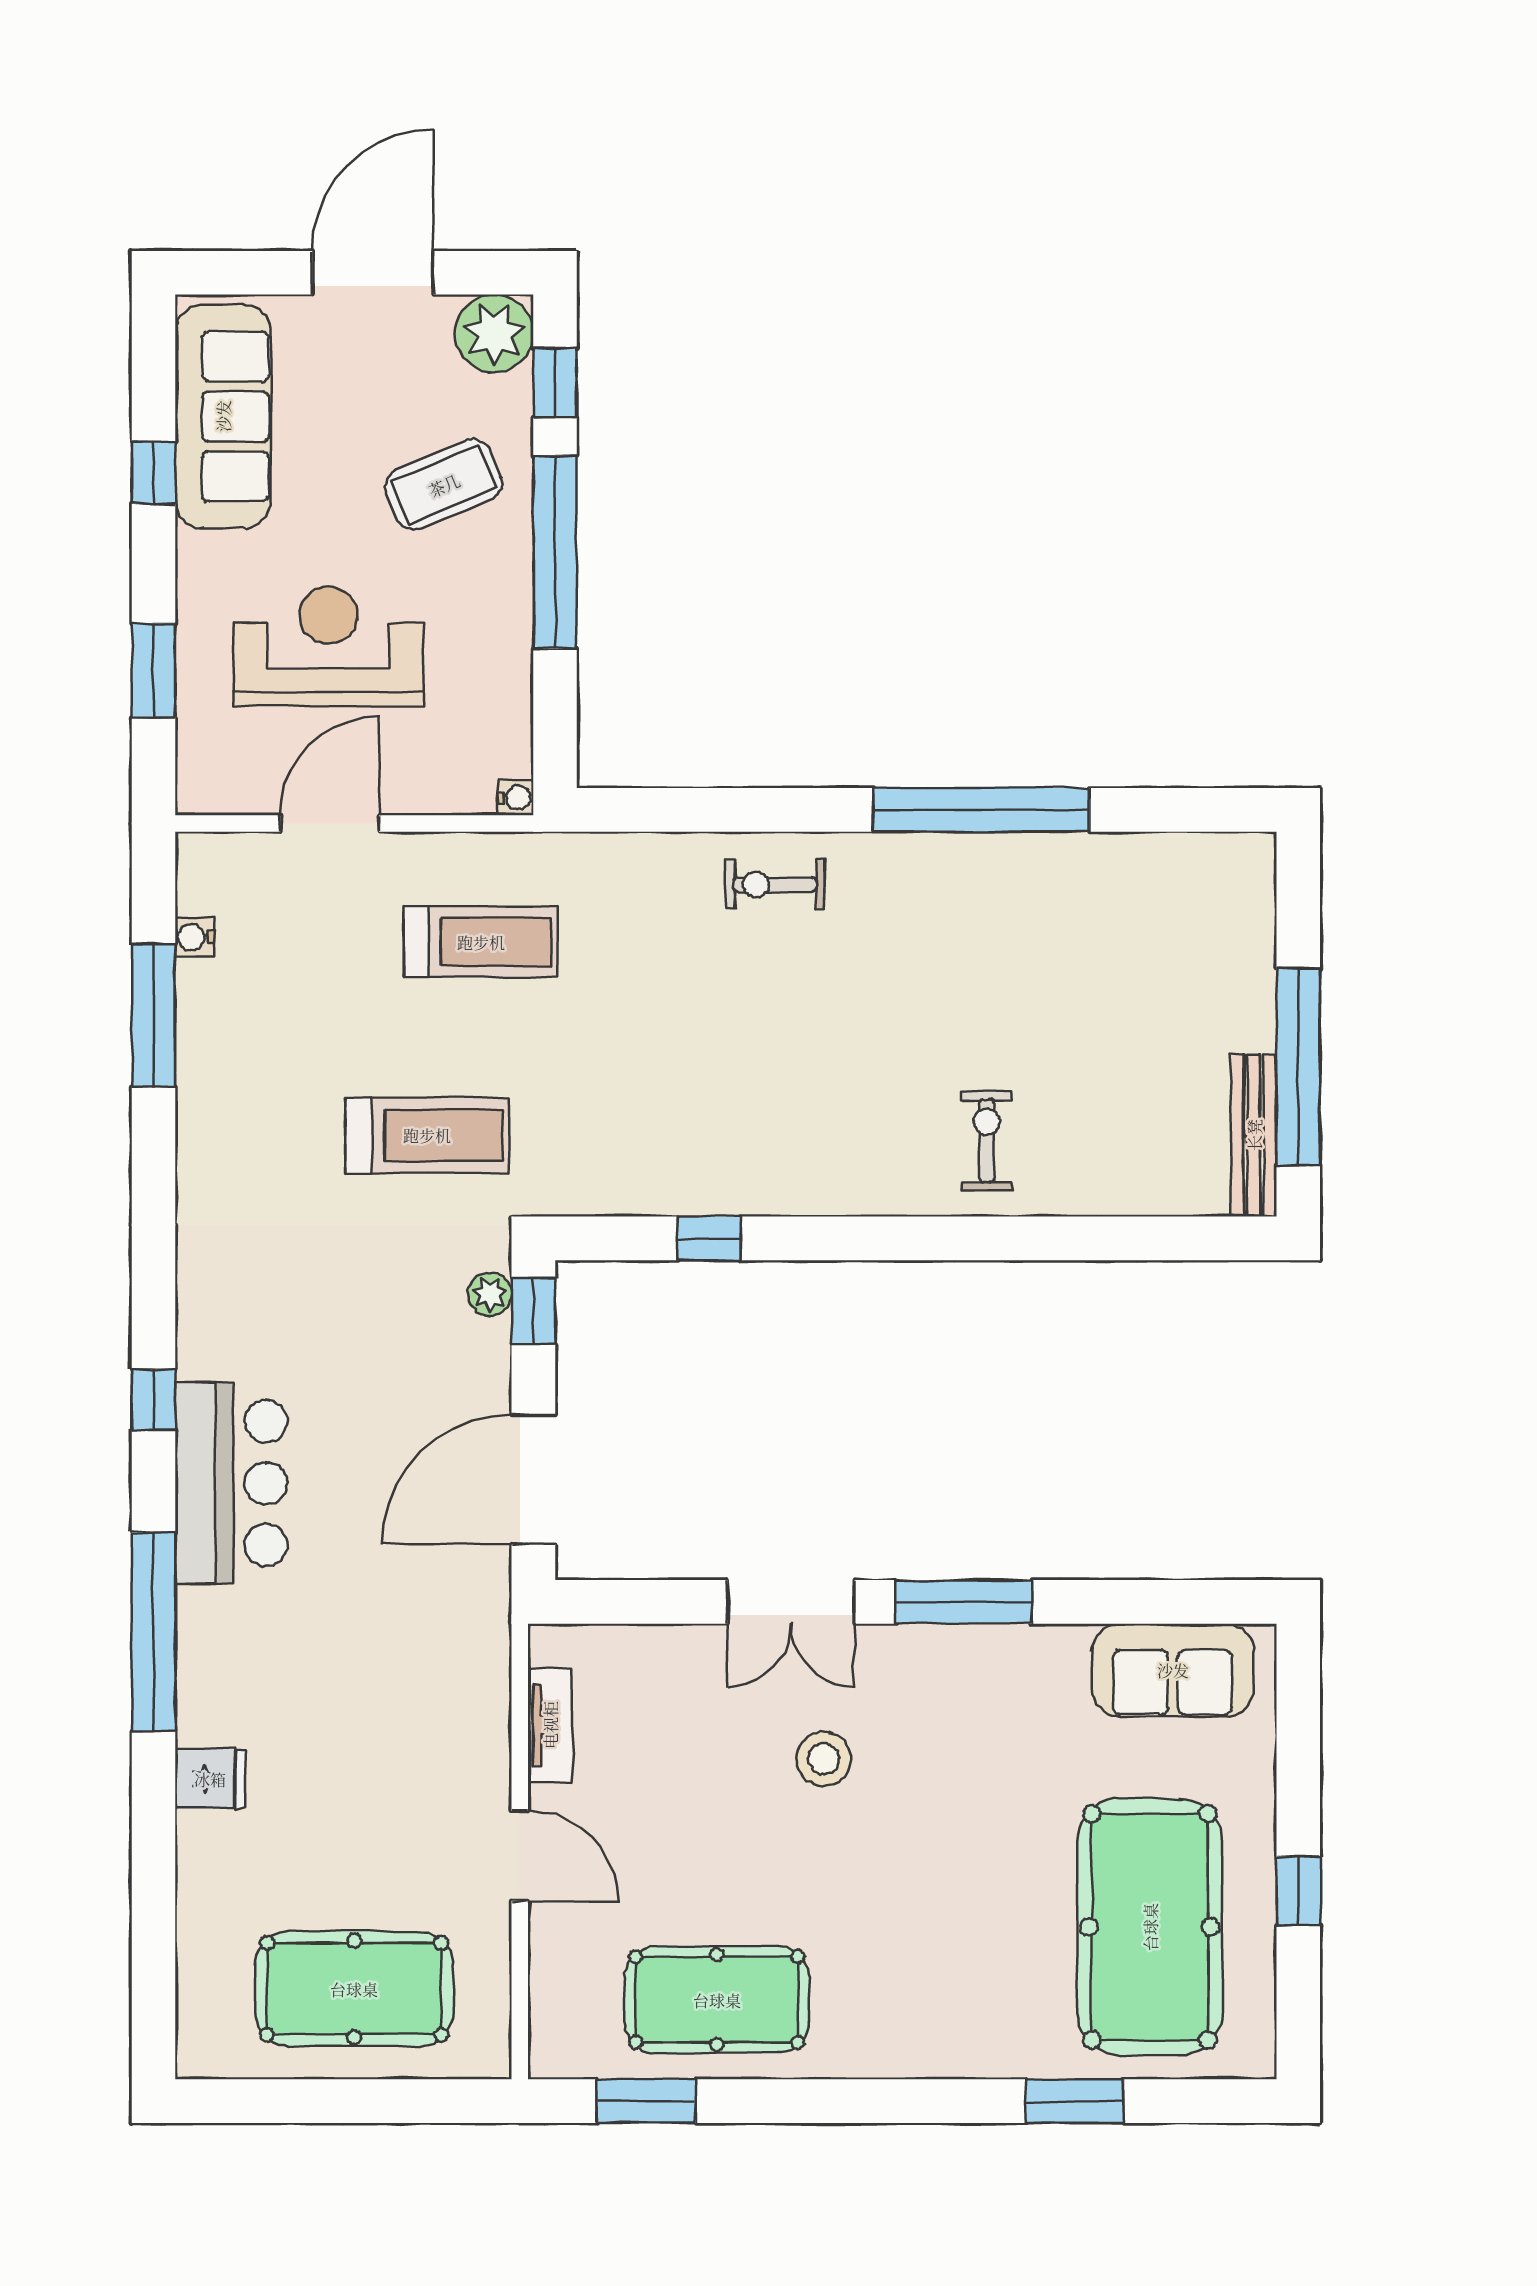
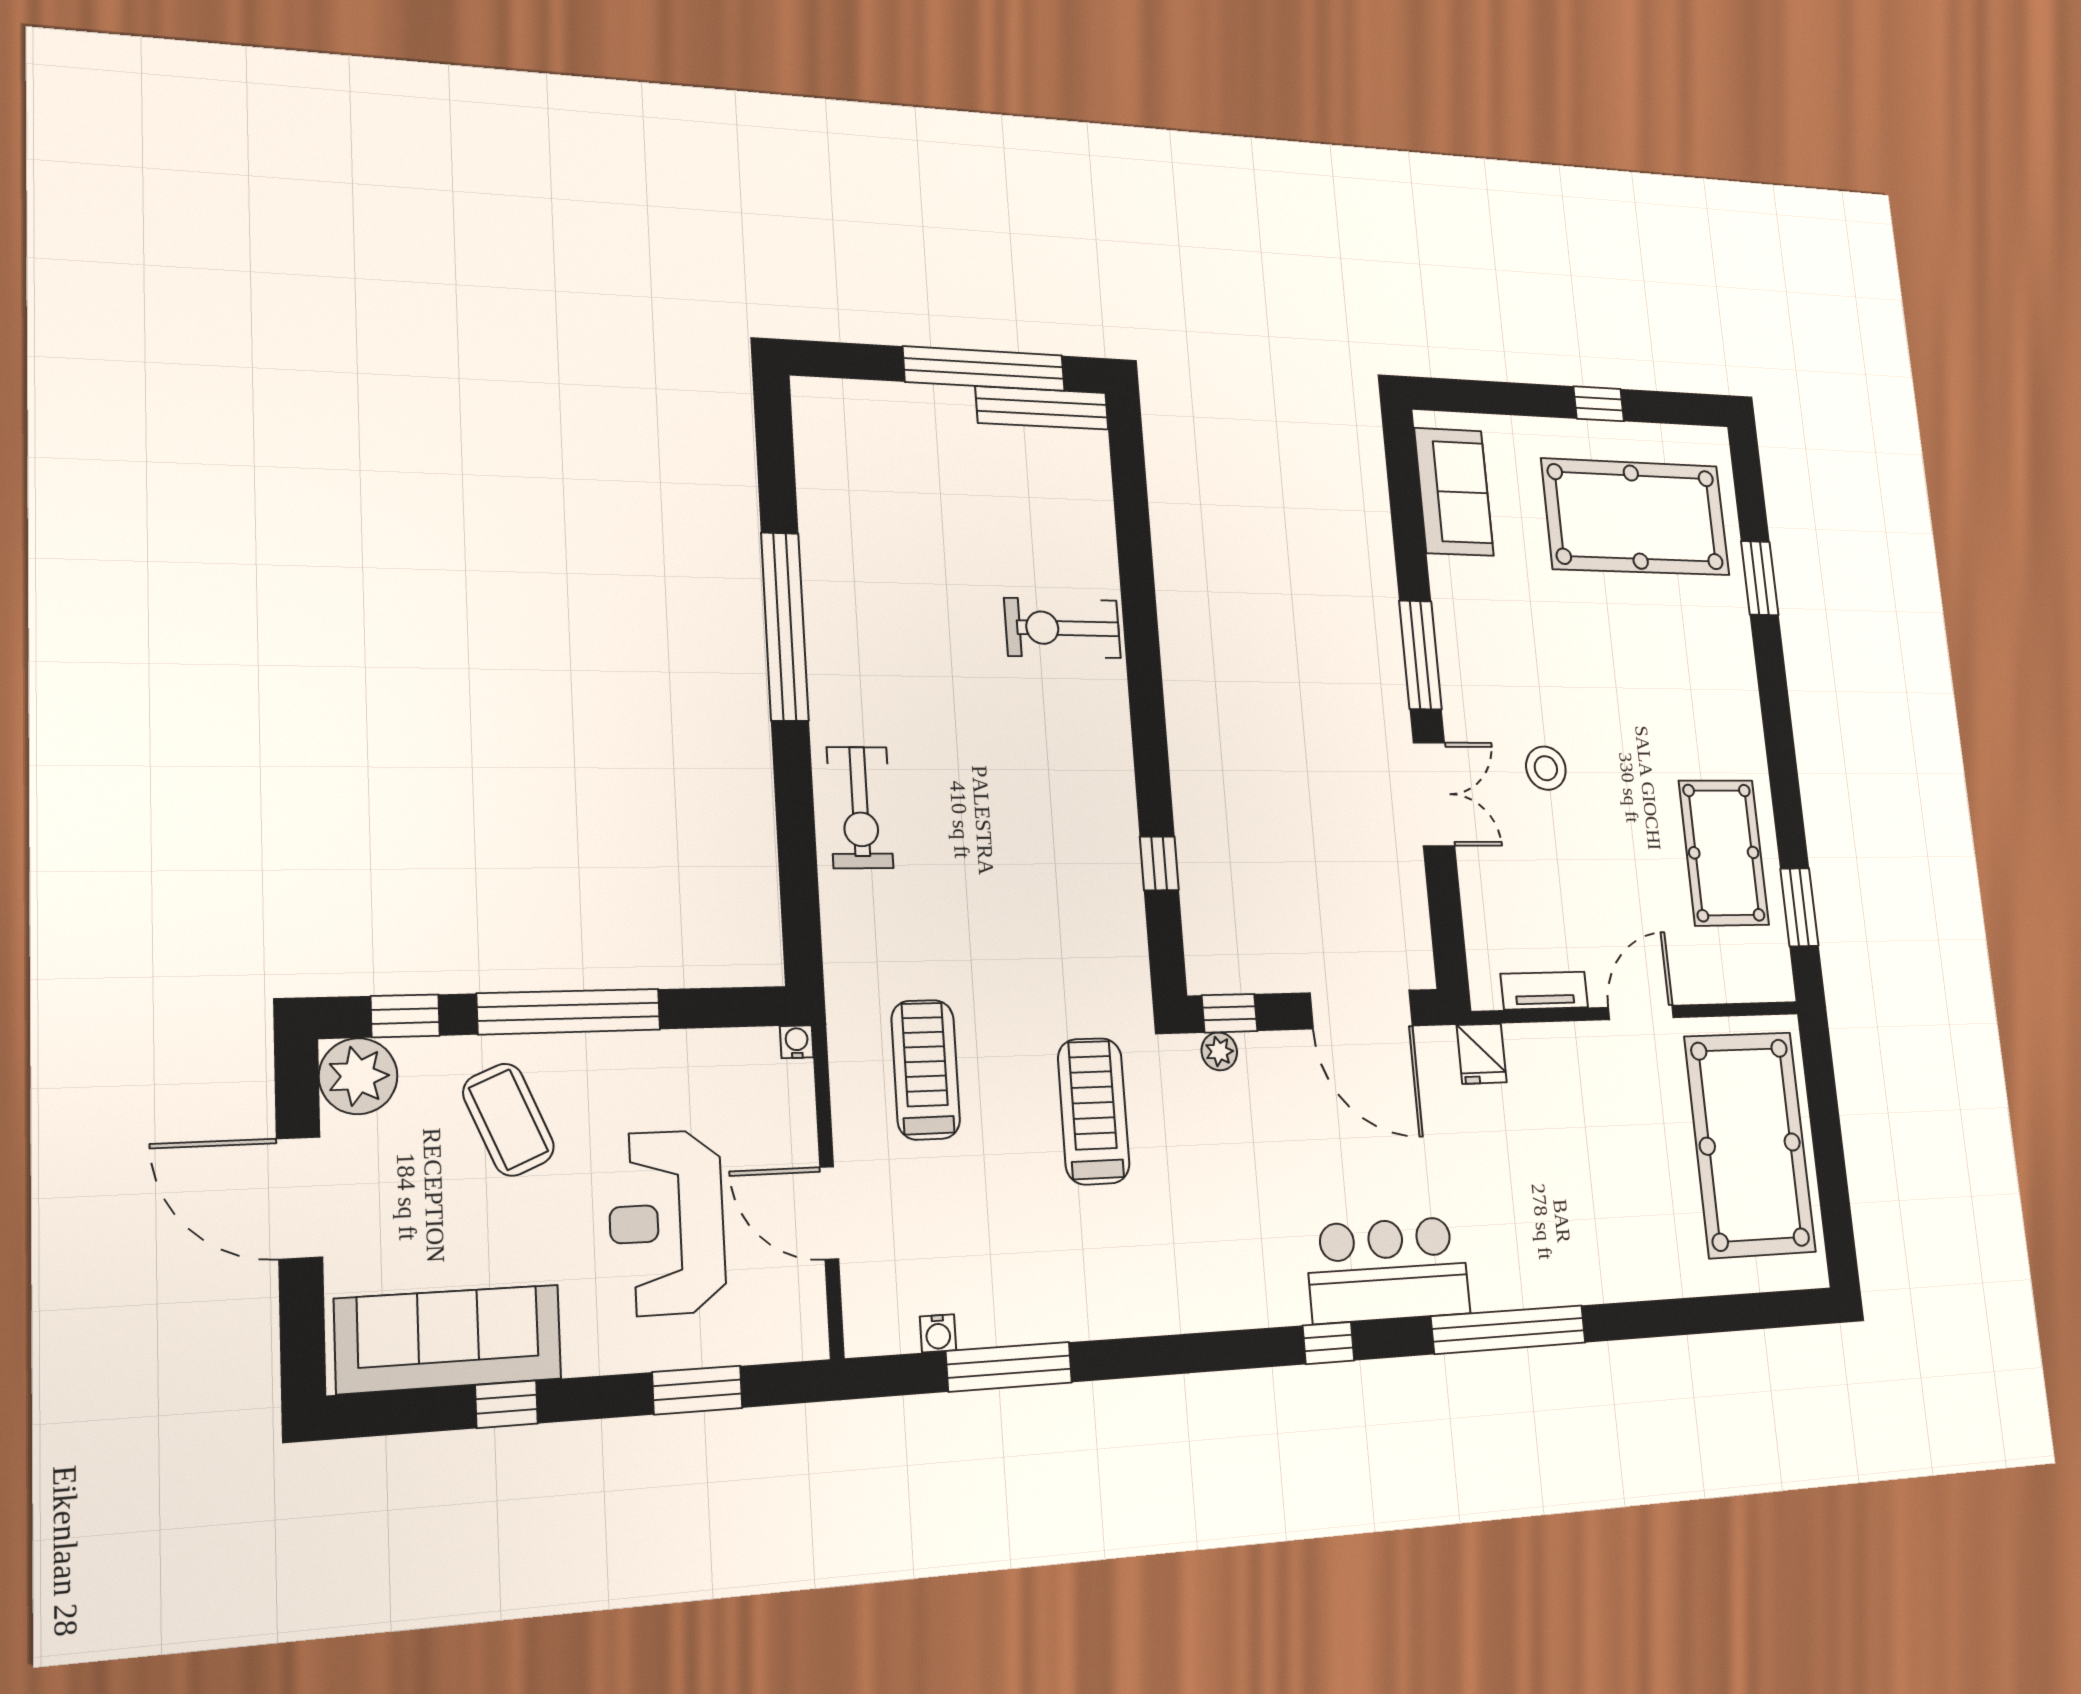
exercise bike: (775, 885) -> (860, 808), width x1.38, depth x1.39
exercise bike: (987, 1141) -> (1063, 628), width x1.38, depth x1.39
fridge: (210, 1779) -> (1482, 1054), moved, turned 180
pool table: (354, 1989) -> (1750, 1144), width x1.36, depth x1.32

